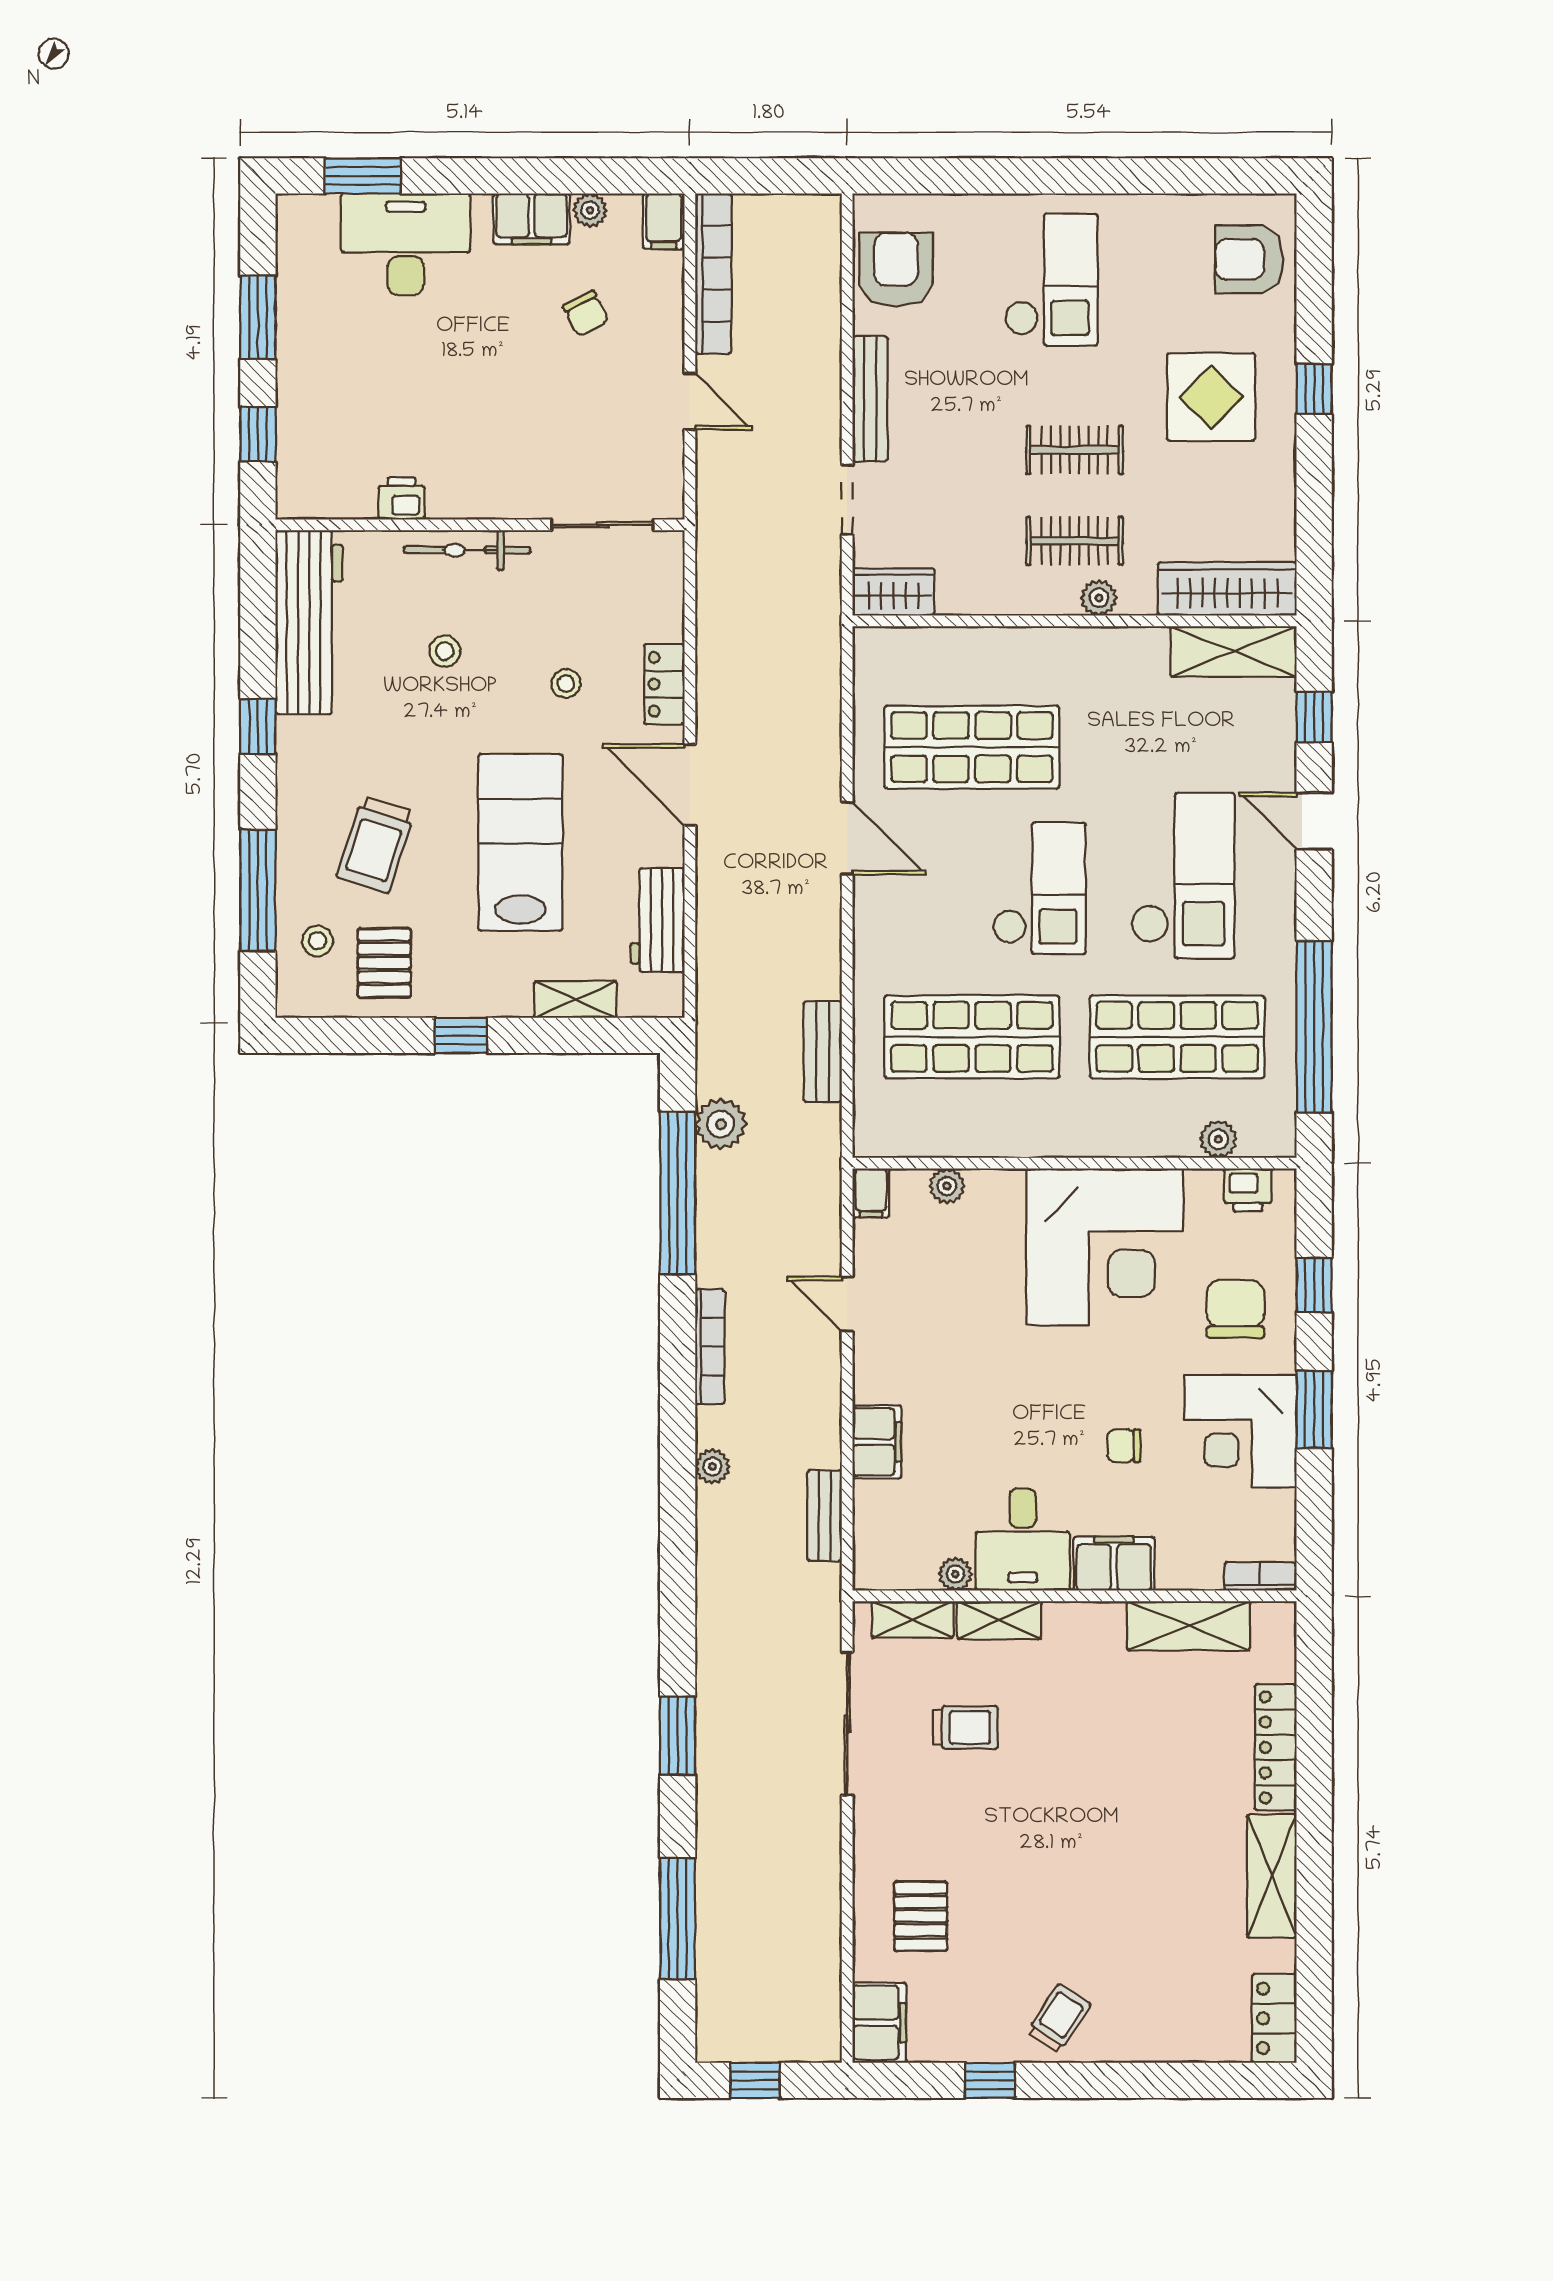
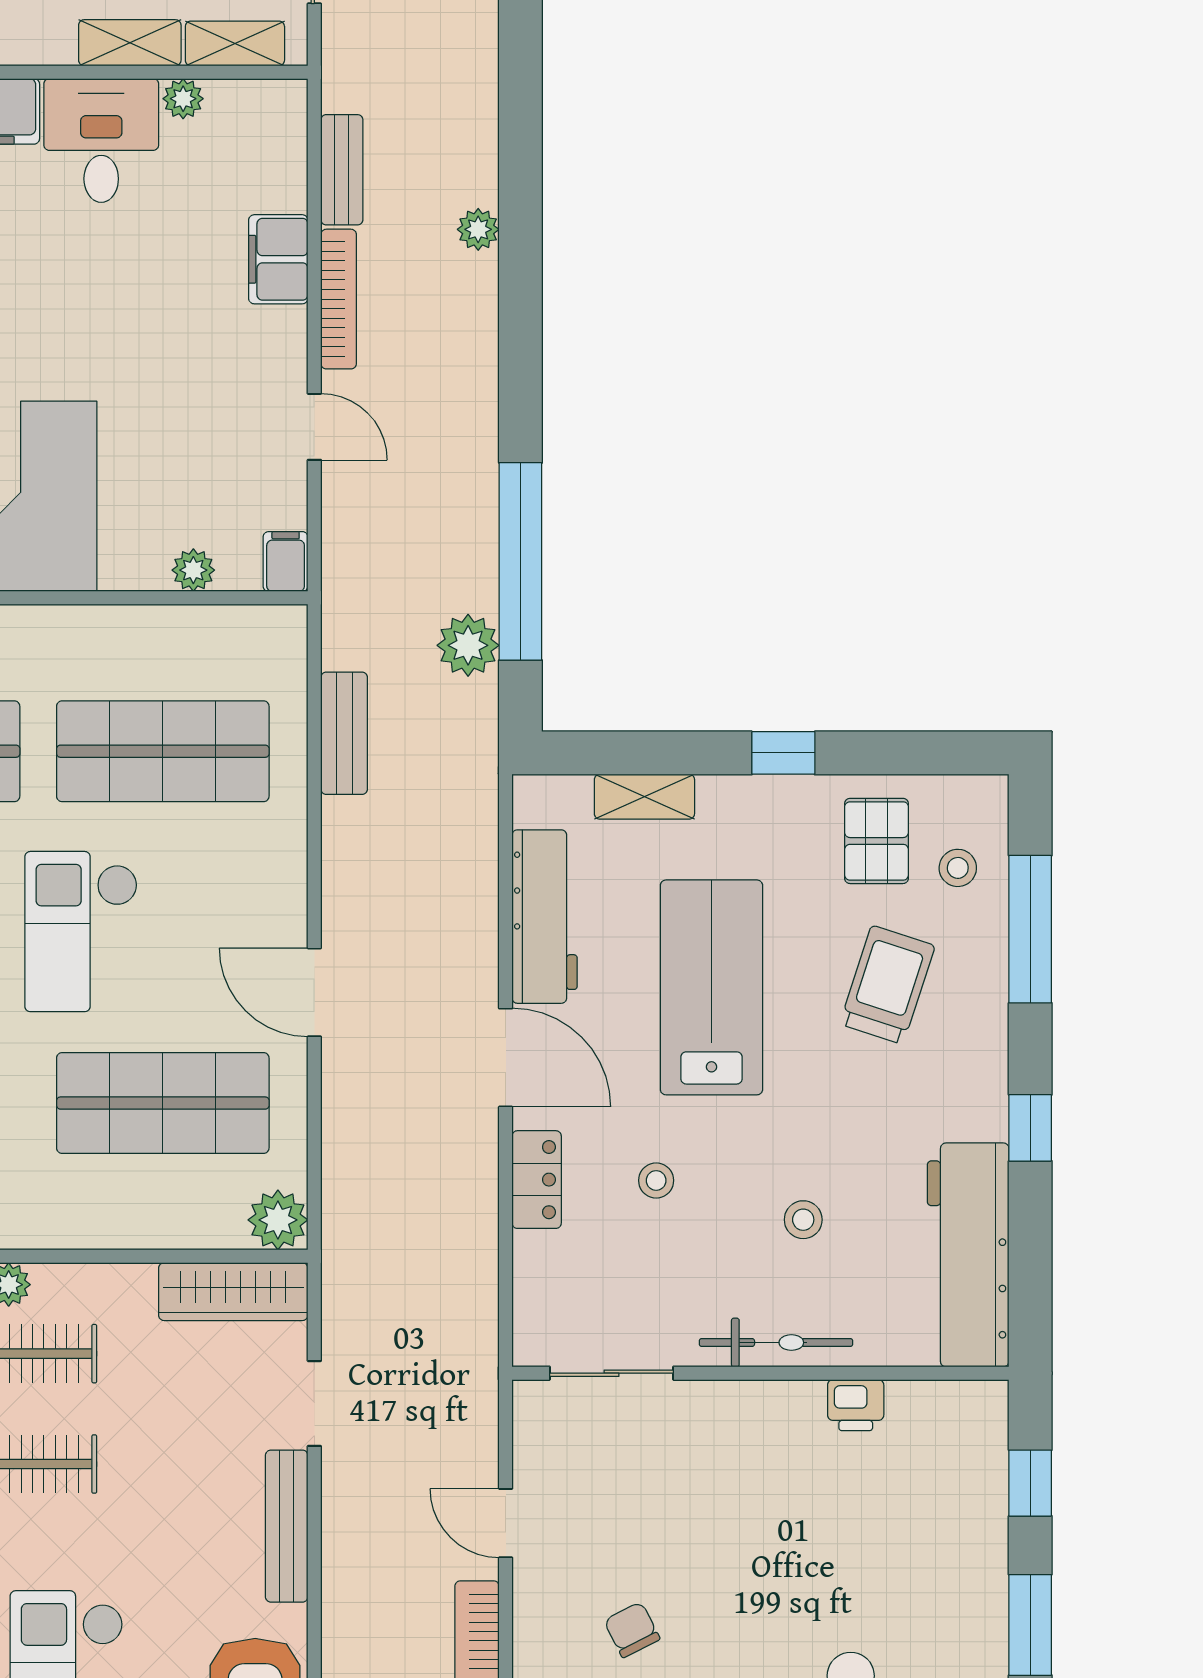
wardrobe: (893, 592) -> (233, 1292), width x1.50
plant: (877, 651) -> (278, 1220), added
lab bench: (520, 842) -> (711, 987), turned 180
workbench: (658, 920) -> (545, 917), width x1.38
bookcase: (710, 1347) -> (339, 299), moved, turned 180

